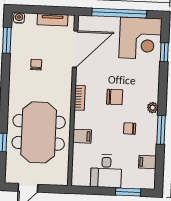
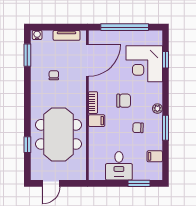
corner desk: (140, 38) -> (144, 64), moved, turned 90
filing cabinet: (82, 136) -> (97, 121), moved

